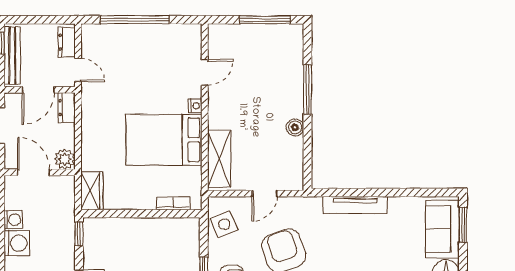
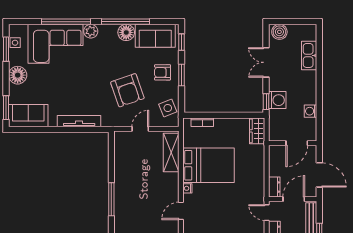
boiler: (295, 127) -> (120, 174), removed
plant: (65, 159) -> (276, 152), removed
door: (34, 172) -> (297, 143), hinge flipped
sofa: (442, 229) -> (28, 116), moved, turned -90
washing machine: (17, 243) -> (277, 100), moved, turned 180

